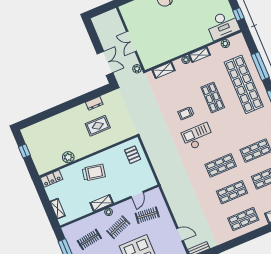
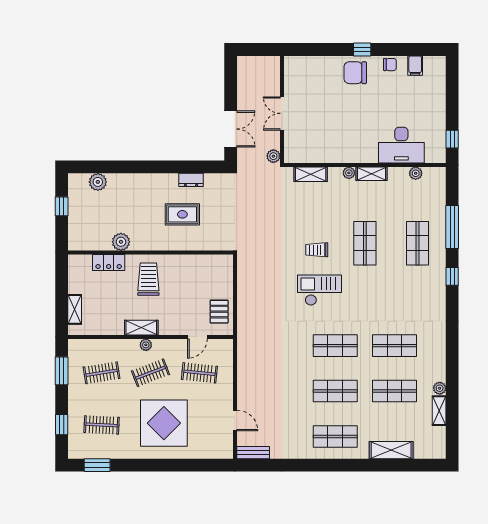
desk: (223, 25) -> (401, 145), moved
shop shelf: (244, 84) -> (417, 243), width x0.50, depth x0.74
plant: (40, 128) -> (98, 182), added
pallet: (133, 155) -> (219, 312), moved
trolley: (94, 172) -> (148, 279), turned -101
locker: (51, 179) -> (109, 262), moved

